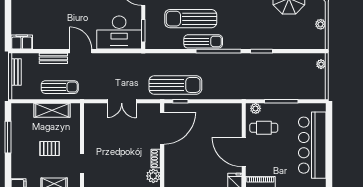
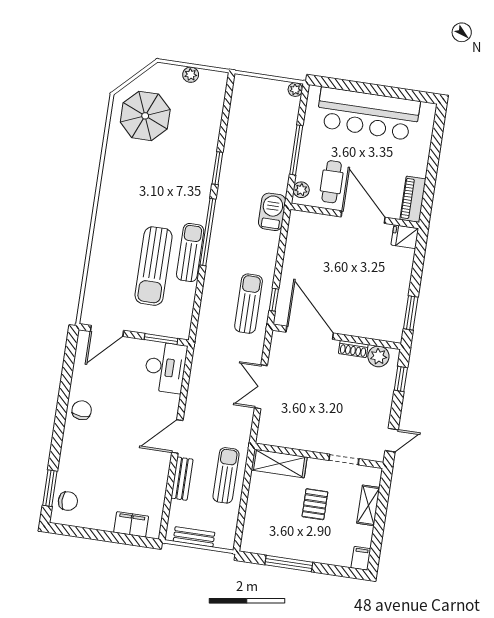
desk: (119, 33) -> (165, 367), width x0.73, depth x0.77
filing cabinet: (22, 42) -> (131, 524), moved, turned 90
plant: (321, 64) -> (295, 90), moved
sun lounger: (175, 85) -> (249, 304), width x0.73, depth x0.75
barbecue: (238, 91) -> (272, 212), added
double door: (122, 101) -> (261, 387), swing flipped
shelving: (52, 110) -> (279, 463), moved, turned 90
door: (244, 152) -> (363, 217), swing flipped

